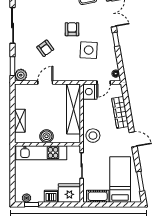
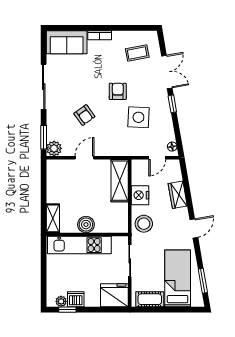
nightstand: (90, 92) -> (140, 195), moved
shelving: (73, 109) -> (120, 181), width x0.68
wardrobe: (120, 112) -> (178, 195), width x0.67
shelving: (20, 121) -> (53, 218), moved
door: (133, 139) -> (194, 228), hinge flipped
dishwasher: (51, 196) -> (76, 299), moved

